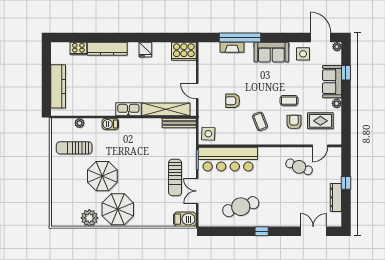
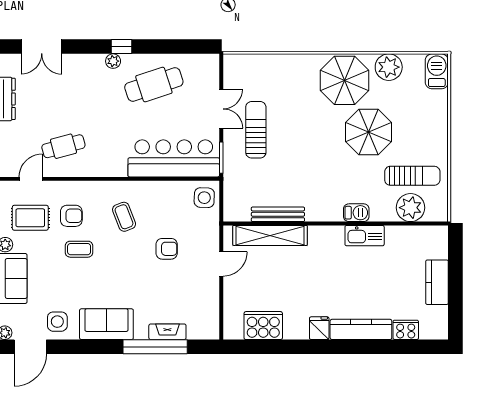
door: (320, 38) -> (30, 347), hinge flipped
fridge: (145, 50) -> (319, 328), moved
cooker: (184, 51) -> (263, 326), moved
kitchen counter: (58, 86) -> (437, 282), width x0.67
door: (197, 91) -> (221, 264), hinge flipped
kitchen sink: (128, 109) -> (365, 236), moved
armchair: (294, 122) -> (71, 216), turned -90
plant: (80, 123) -> (411, 208), width x1.88, depth x1.88
bench: (179, 123) -> (278, 214), moved
cafe table: (299, 167) -> (63, 146), turned -36
barbecue: (185, 219) -> (437, 71), moved, turned 90
plant: (267, 222) -> (113, 61), added

